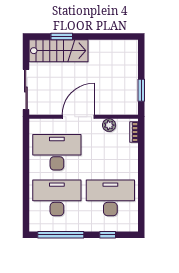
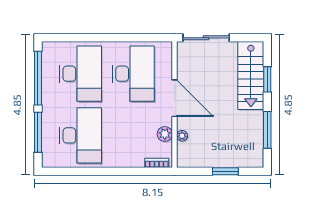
window: (105, 36) -> (267, 130), added
window: (141, 90) -> (225, 171), moved
plant: (111, 110) -> (182, 136), added
window: (108, 235) -> (38, 132), width x2.17

